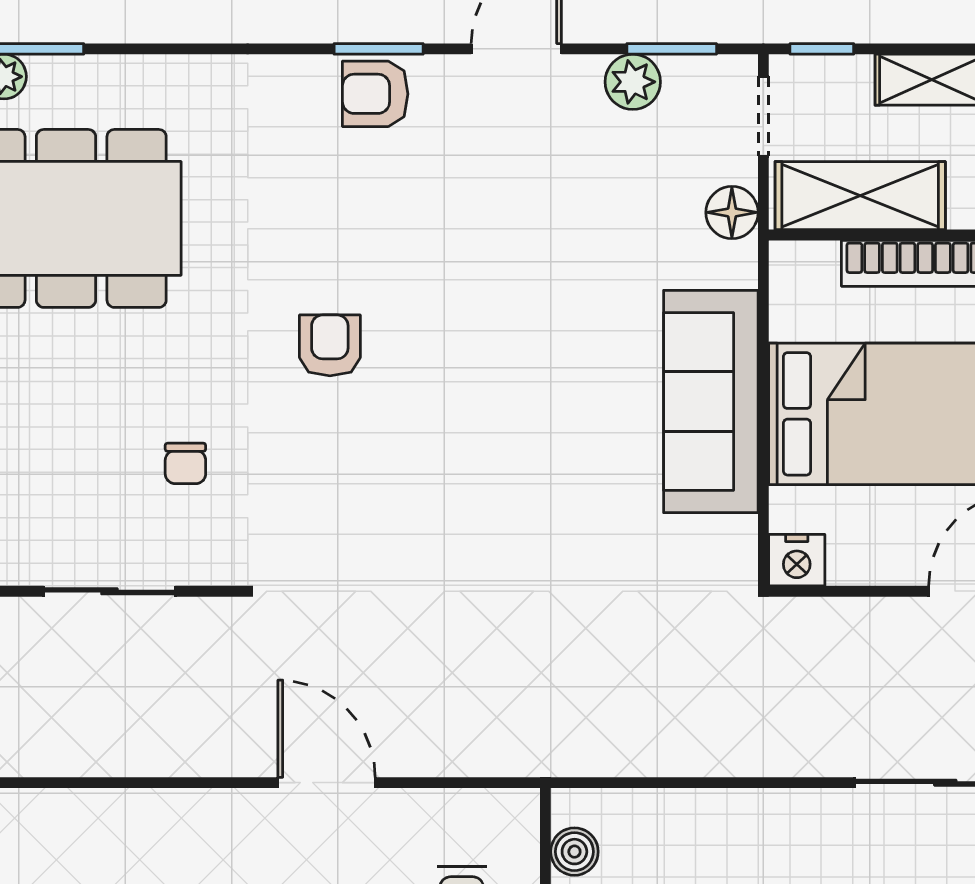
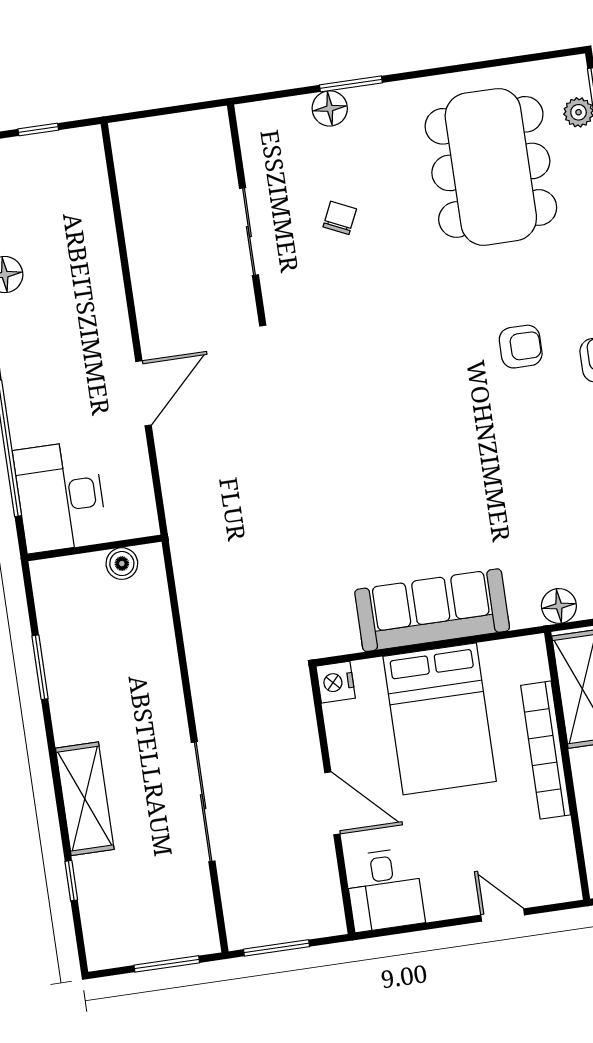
armchair: (330, 345) -> (521, 347), moved
chair: (185, 463) -> (340, 218), moved, turned 115

